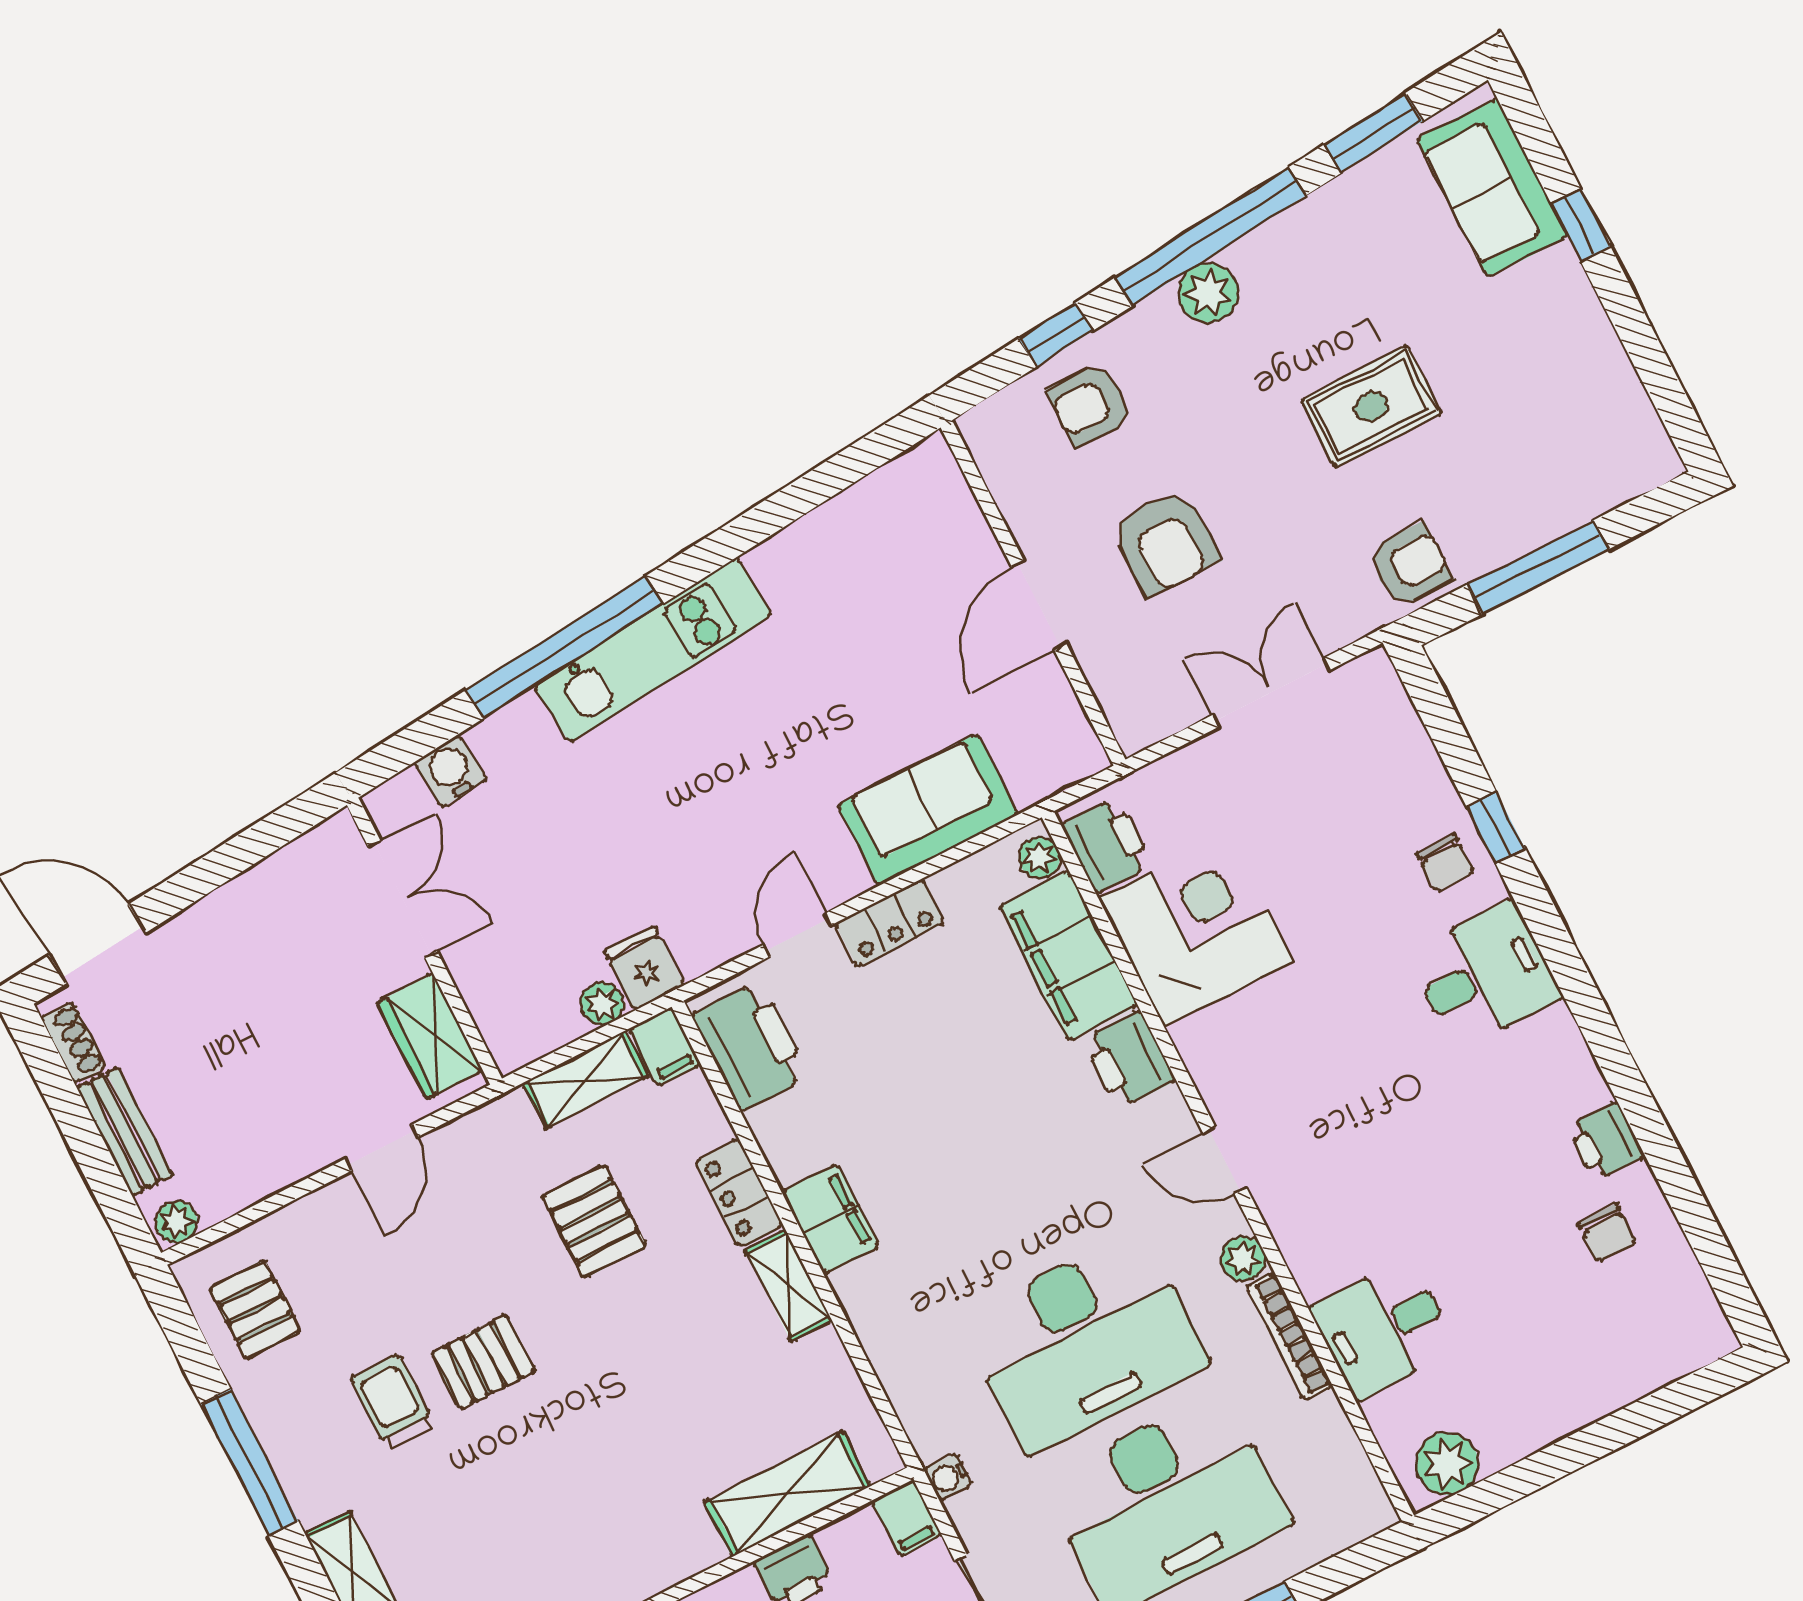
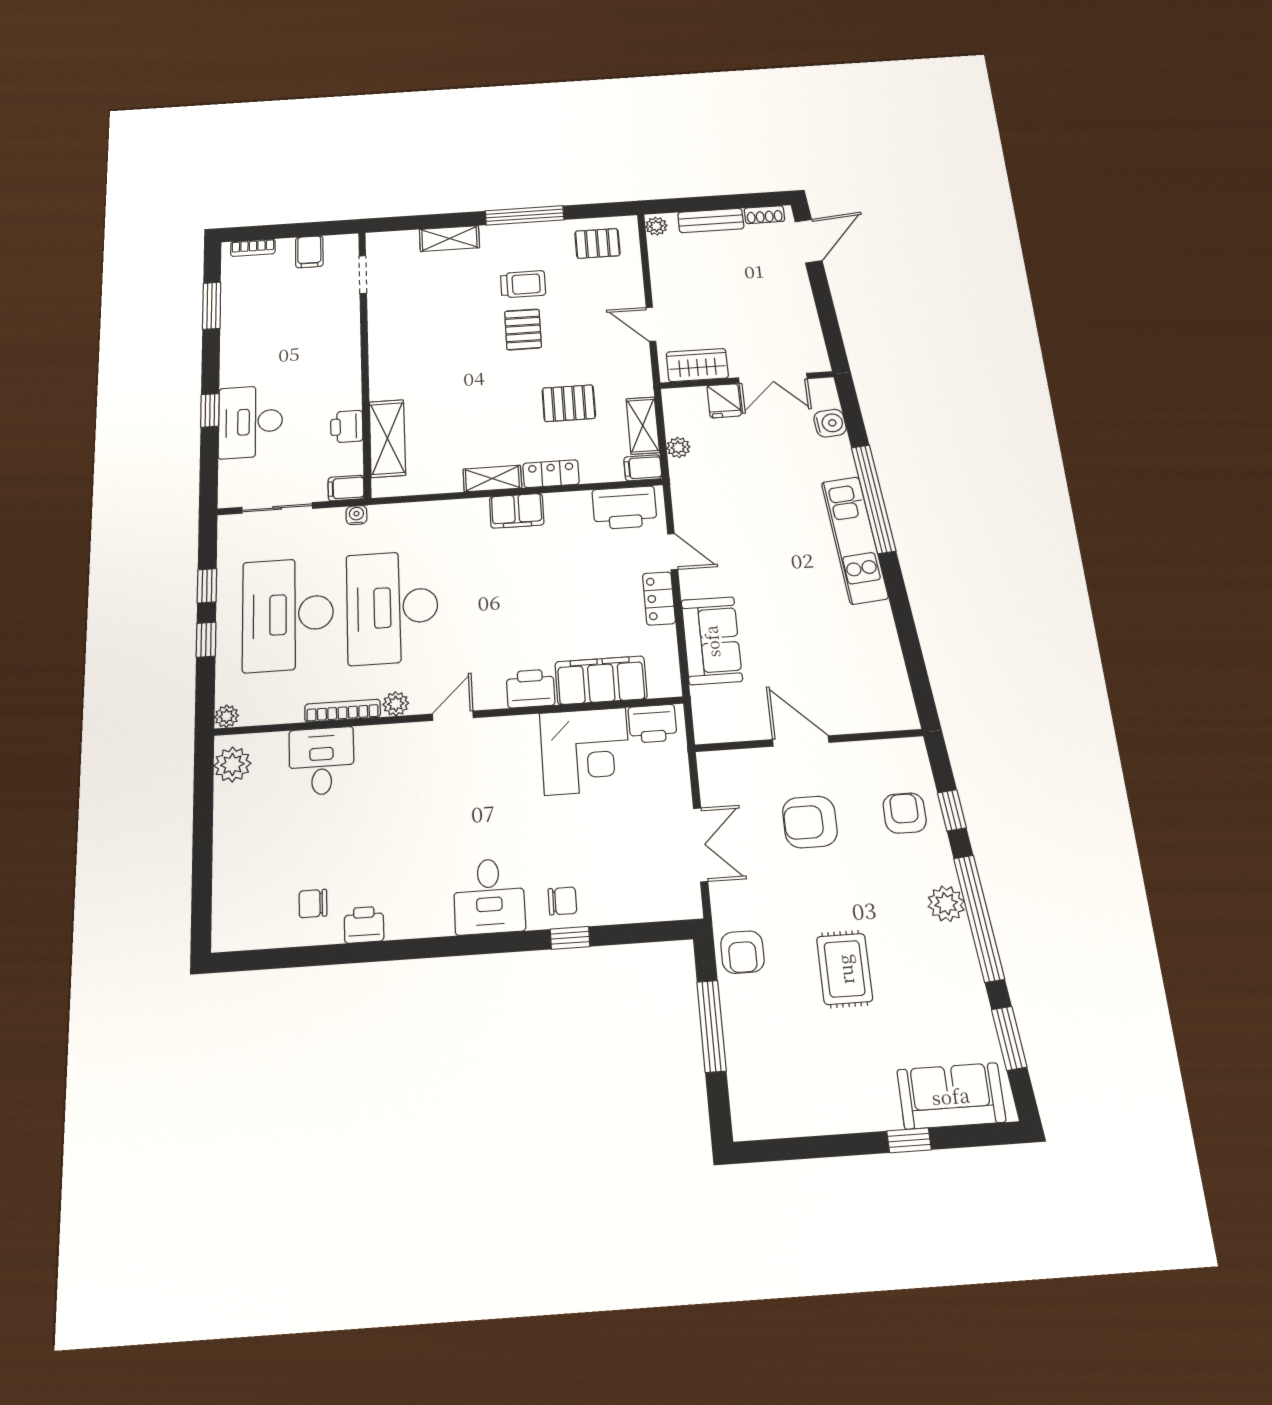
plant: (1039, 857) -> (227, 716), moved
chair: (1445, 863) -> (562, 901), turned 180
fridge: (644, 968) -> (724, 401), moved, turned 90

